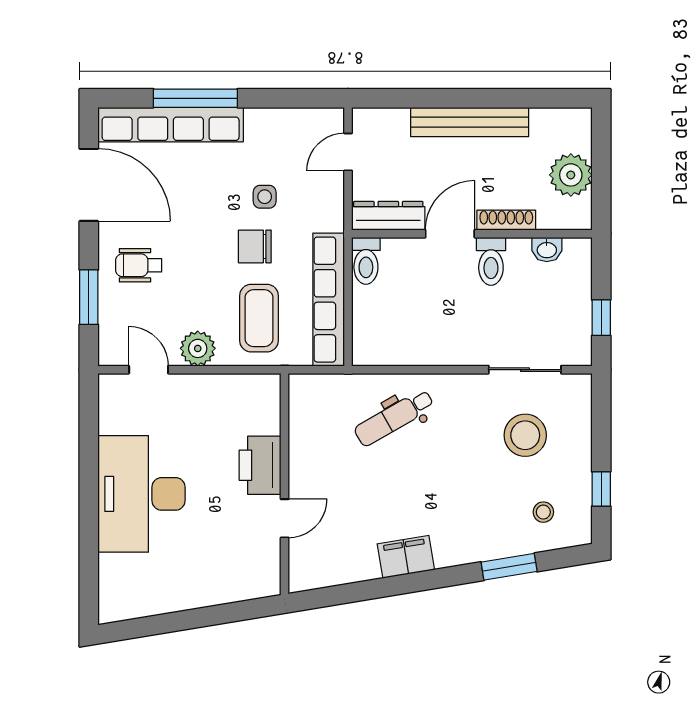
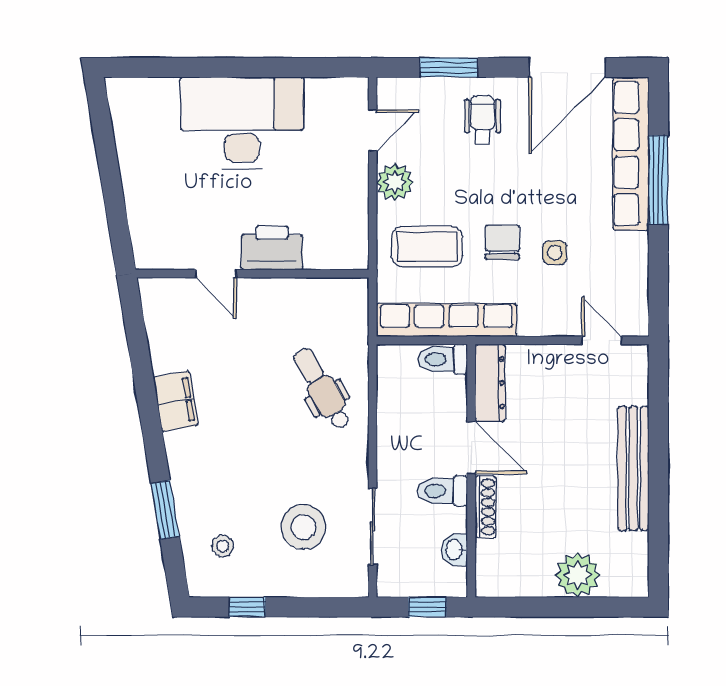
dresser: (388, 216) -> (490, 383), moved
shoe rack: (506, 220) -> (486, 507), moved
door: (450, 234) -> (471, 448), moved
wall: (472, 234) -> (471, 471), moved
washbasin: (547, 249) -> (455, 550), moved
toilet: (366, 261) -> (443, 359), moved
toilet: (491, 261) -> (442, 491), moved

